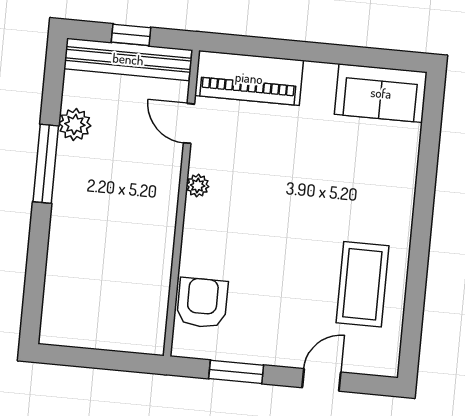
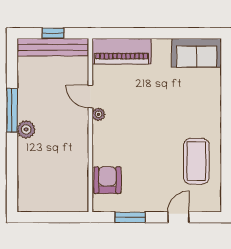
door: (189, 123) -> (90, 97), moved
plant: (75, 124) -> (26, 129), moved

